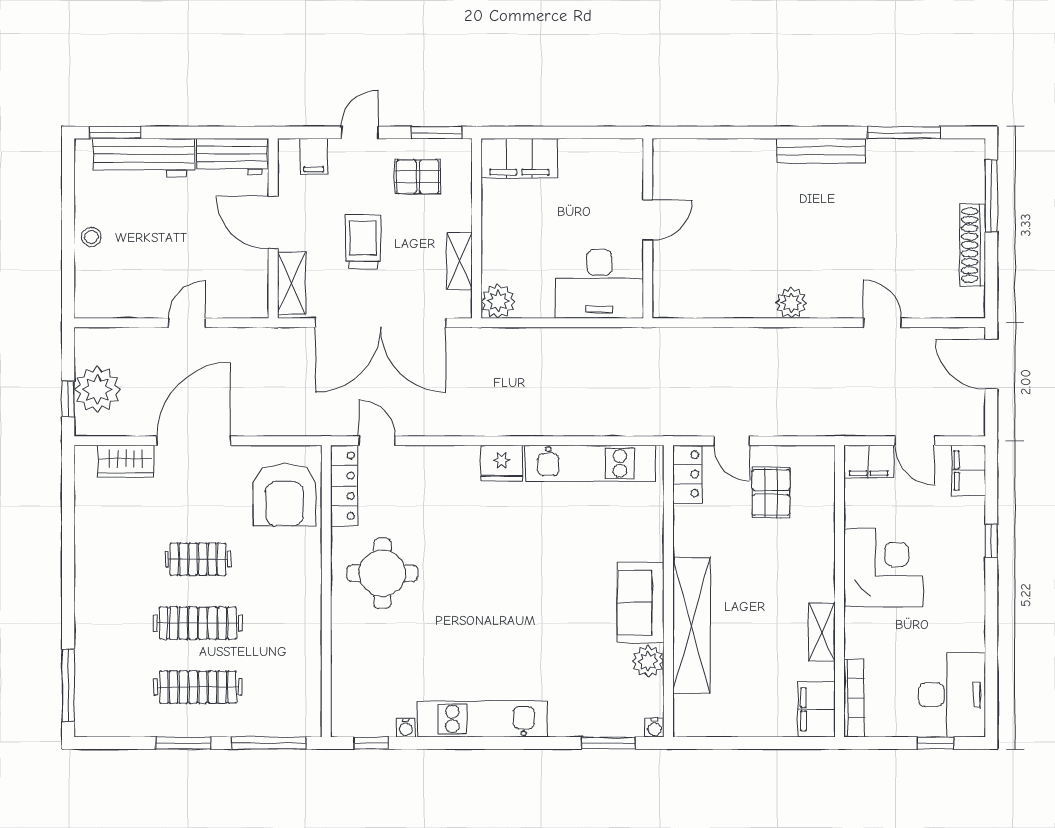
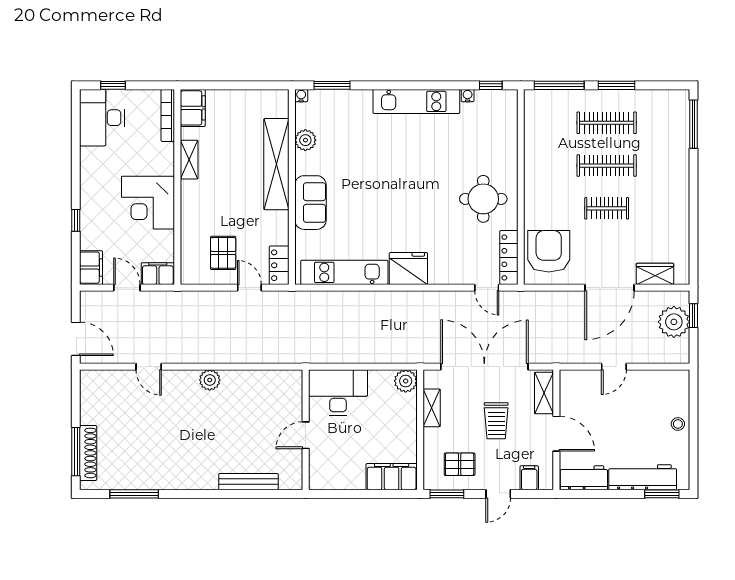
bench: (821, 151) -> (248, 482), moved
shoe rack: (973, 245) -> (88, 453), moved
fridge: (502, 463) -> (408, 269), width x1.36, depth x1.34
sofa: (641, 603) -> (310, 203), moved

